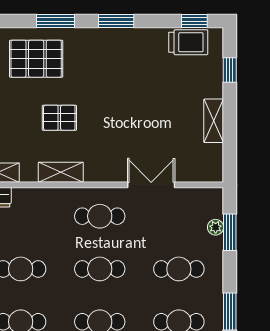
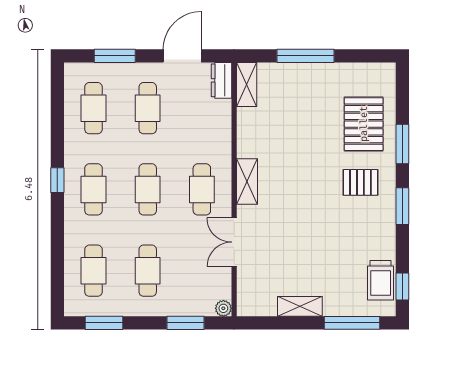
window: (230, 70) -> (352, 323), width x2.17
pallet: (59, 118) -> (360, 182), moved, turned 90
shelving: (61, 172) -> (247, 181), moved
double door: (151, 185) -> (234, 242), swing flipped
plant: (216, 227) -> (223, 308), moved

